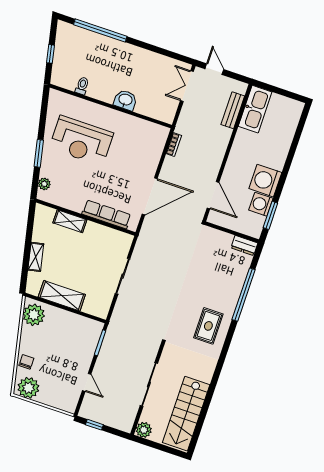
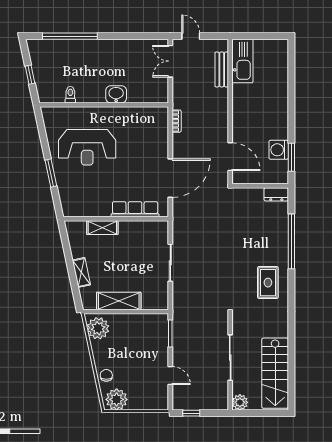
washing machine: (265, 181) -> (275, 126), removed
plant: (44, 184) -> (66, 200), removed

